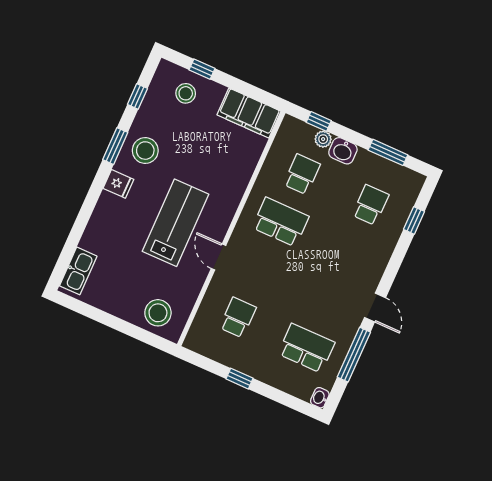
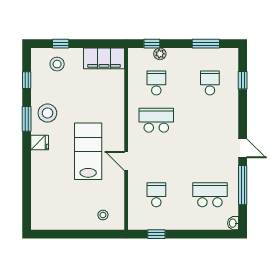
washbasin: (343, 151) -> (176, 56), removed
kitchen sink: (78, 271) -> (39, 211), removed
stool: (158, 313) -> (103, 215), width x0.53, depth x0.53
window: (239, 379) -> (156, 234), moved

